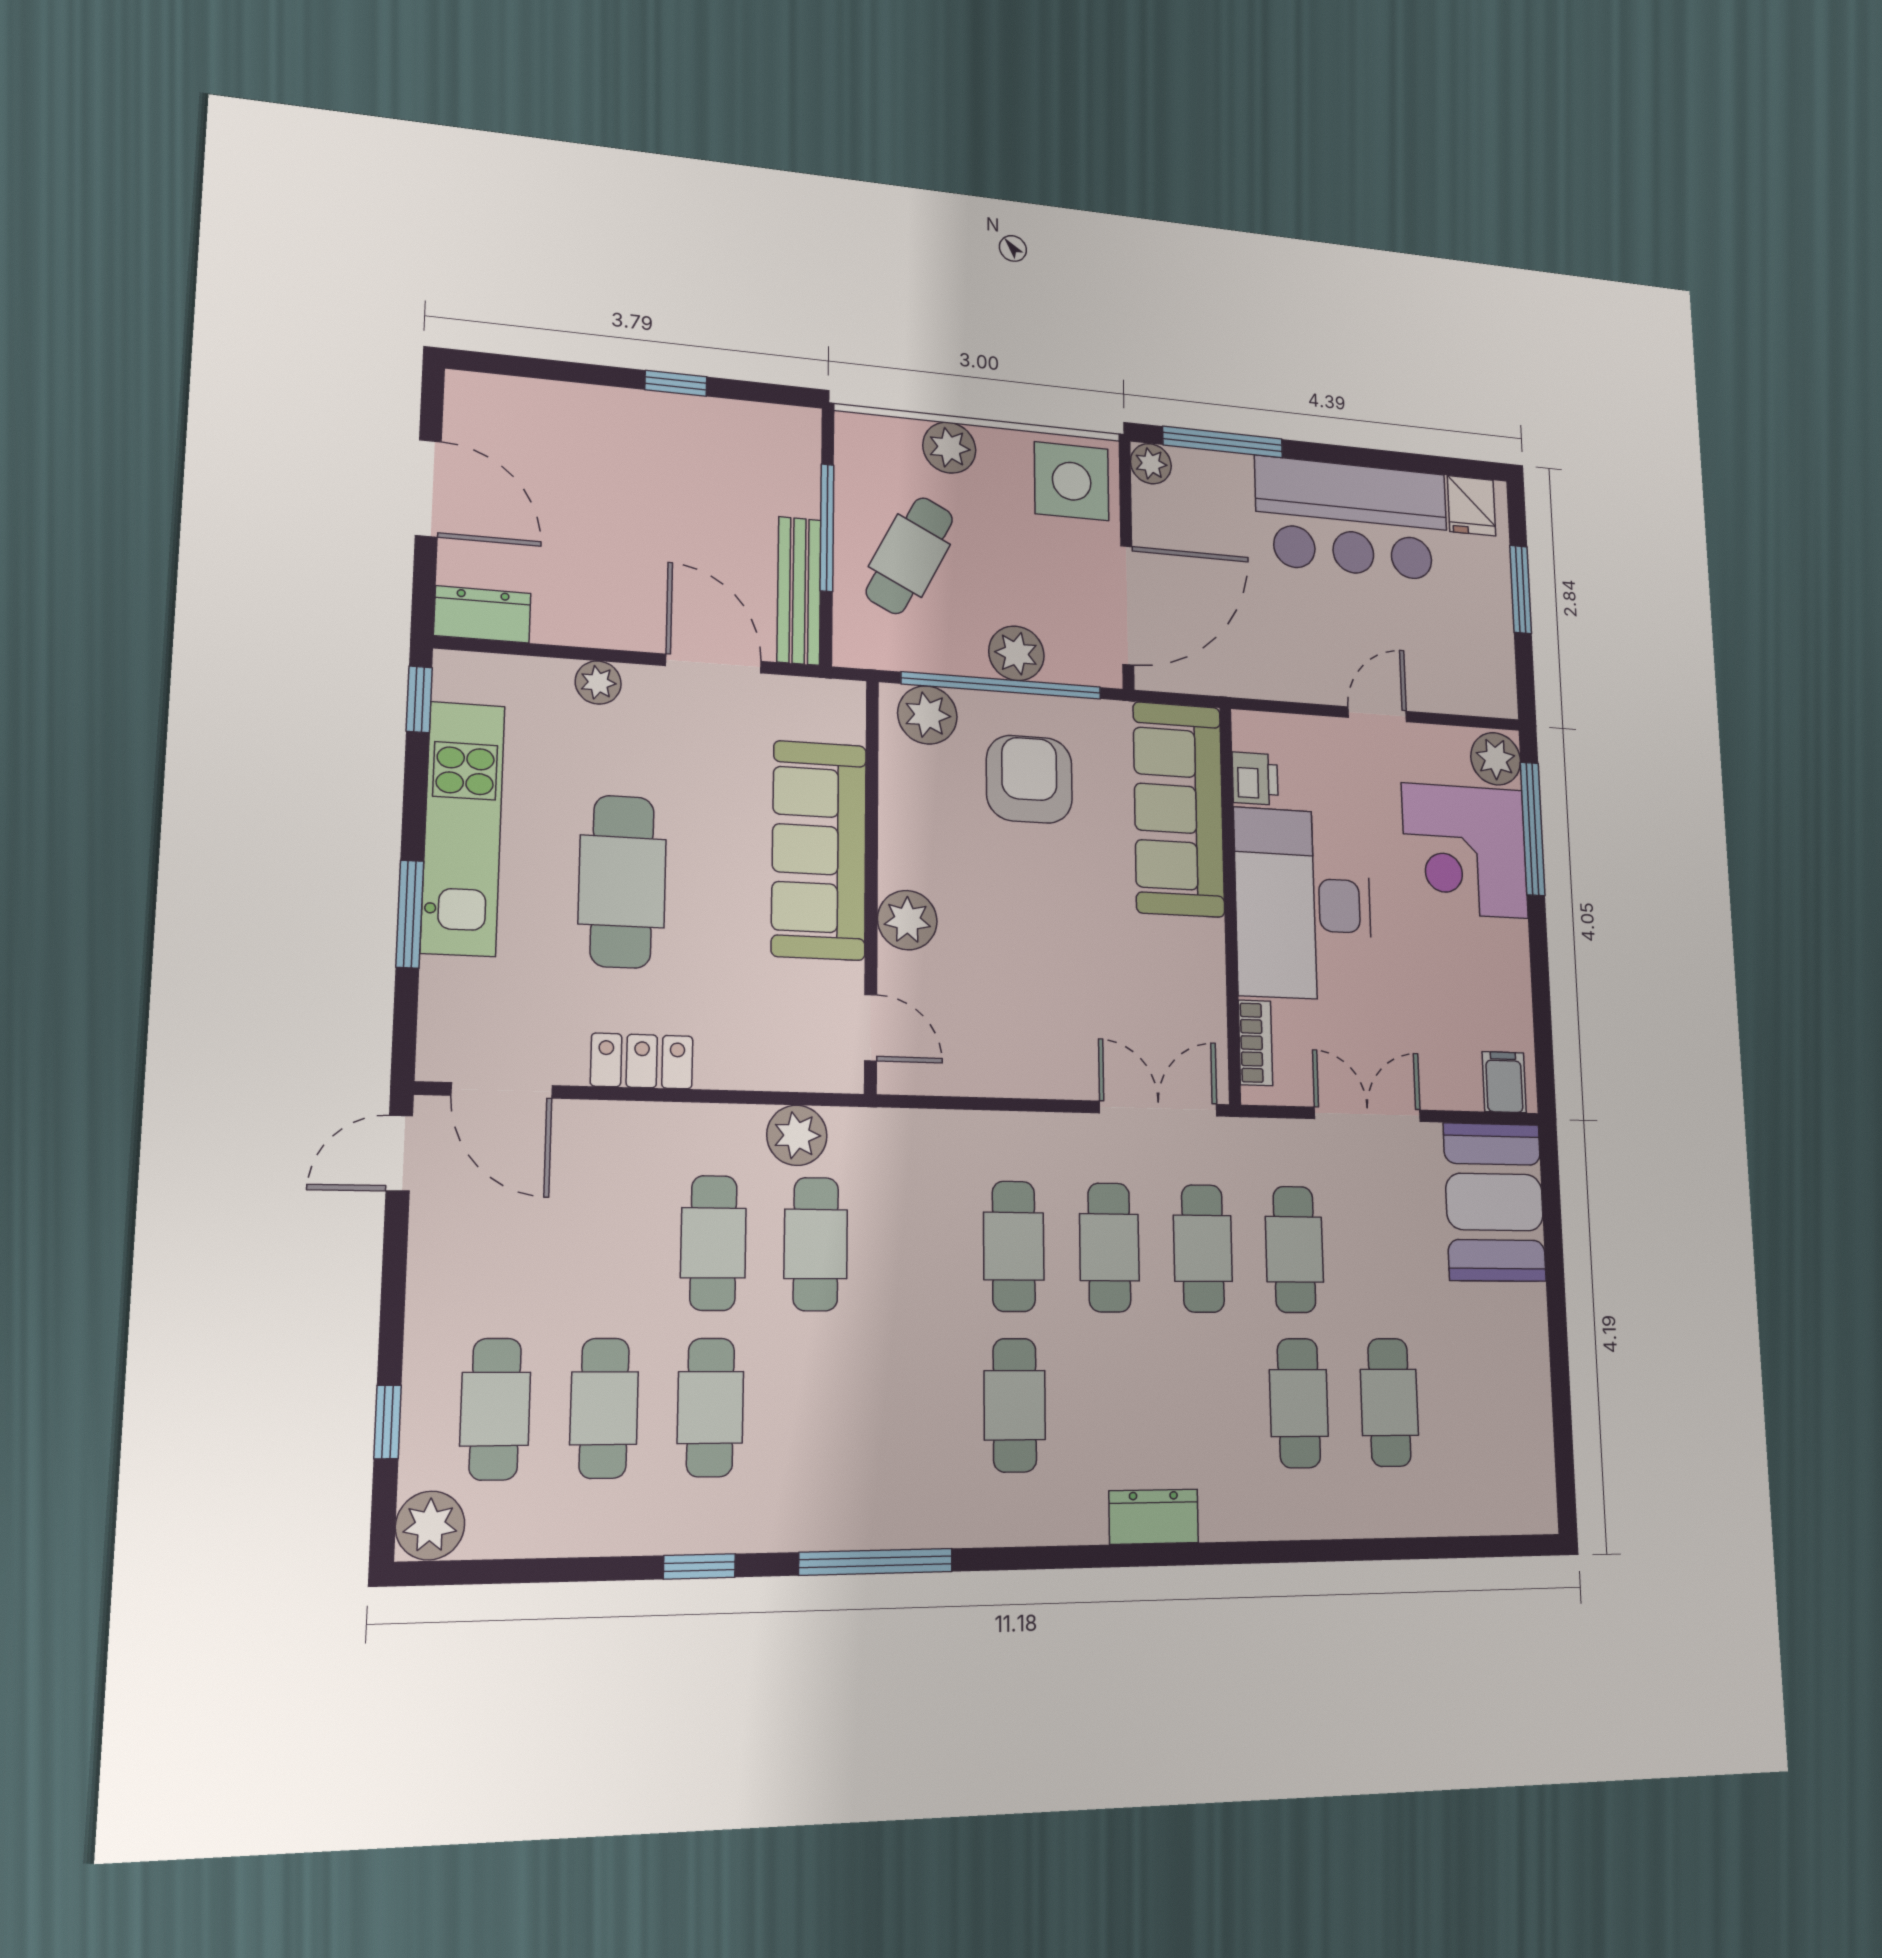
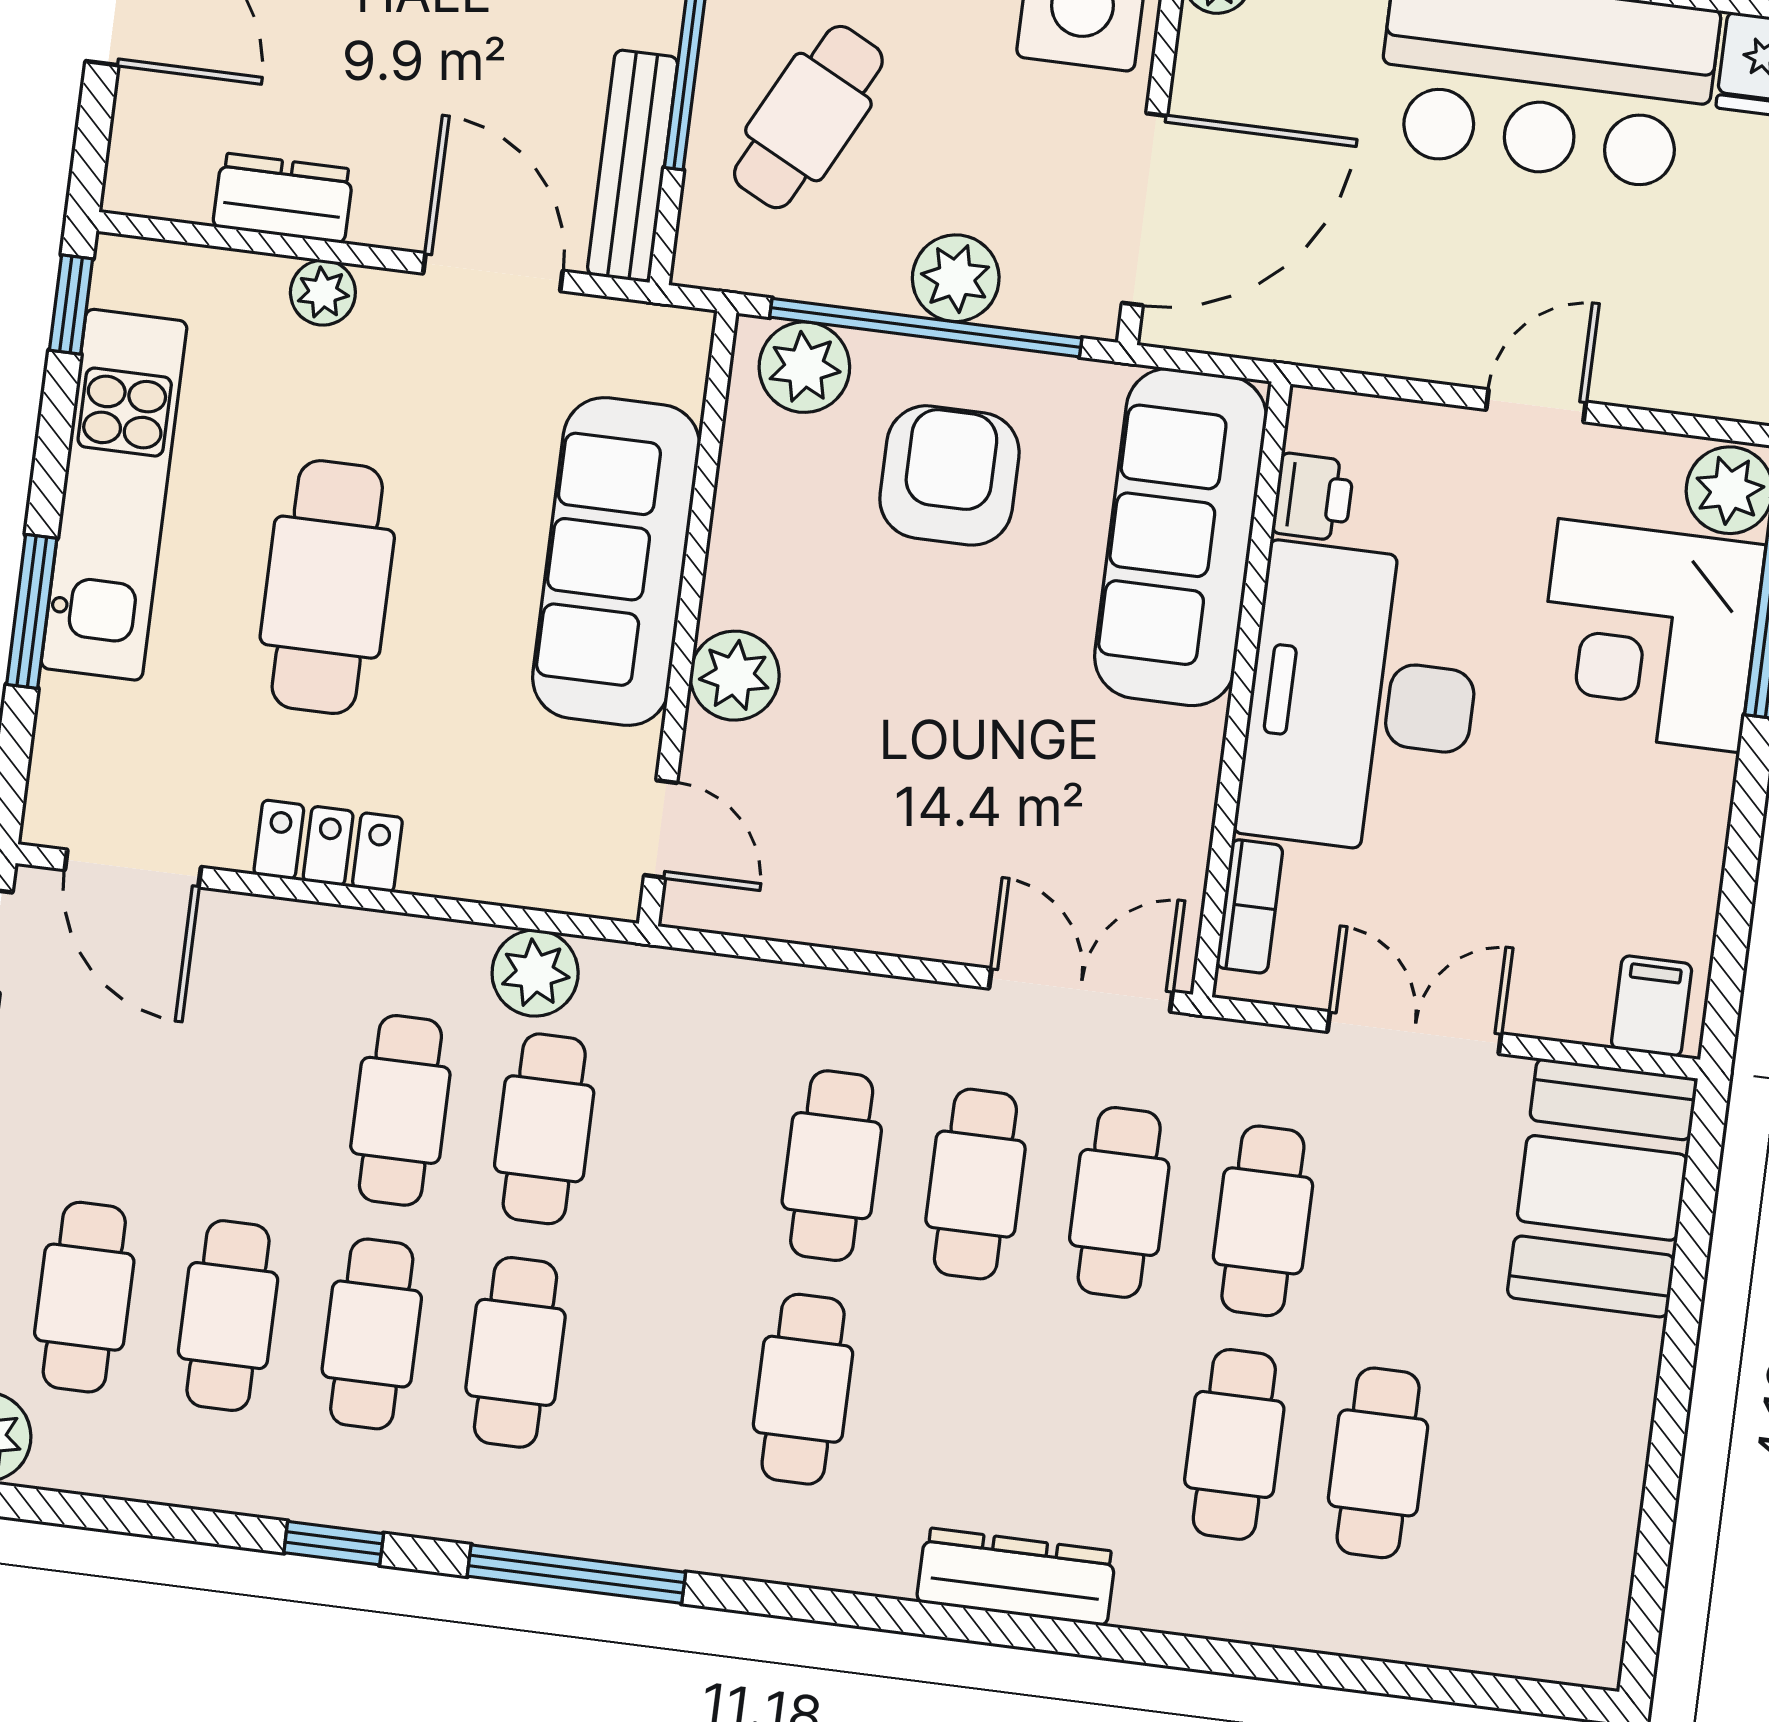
dresser: (482, 614) -> (283, 198), moved
cafe table: (814, 1407) -> (516, 1352), added
dresser: (1154, 1517) -> (1016, 1577), width x1.44

